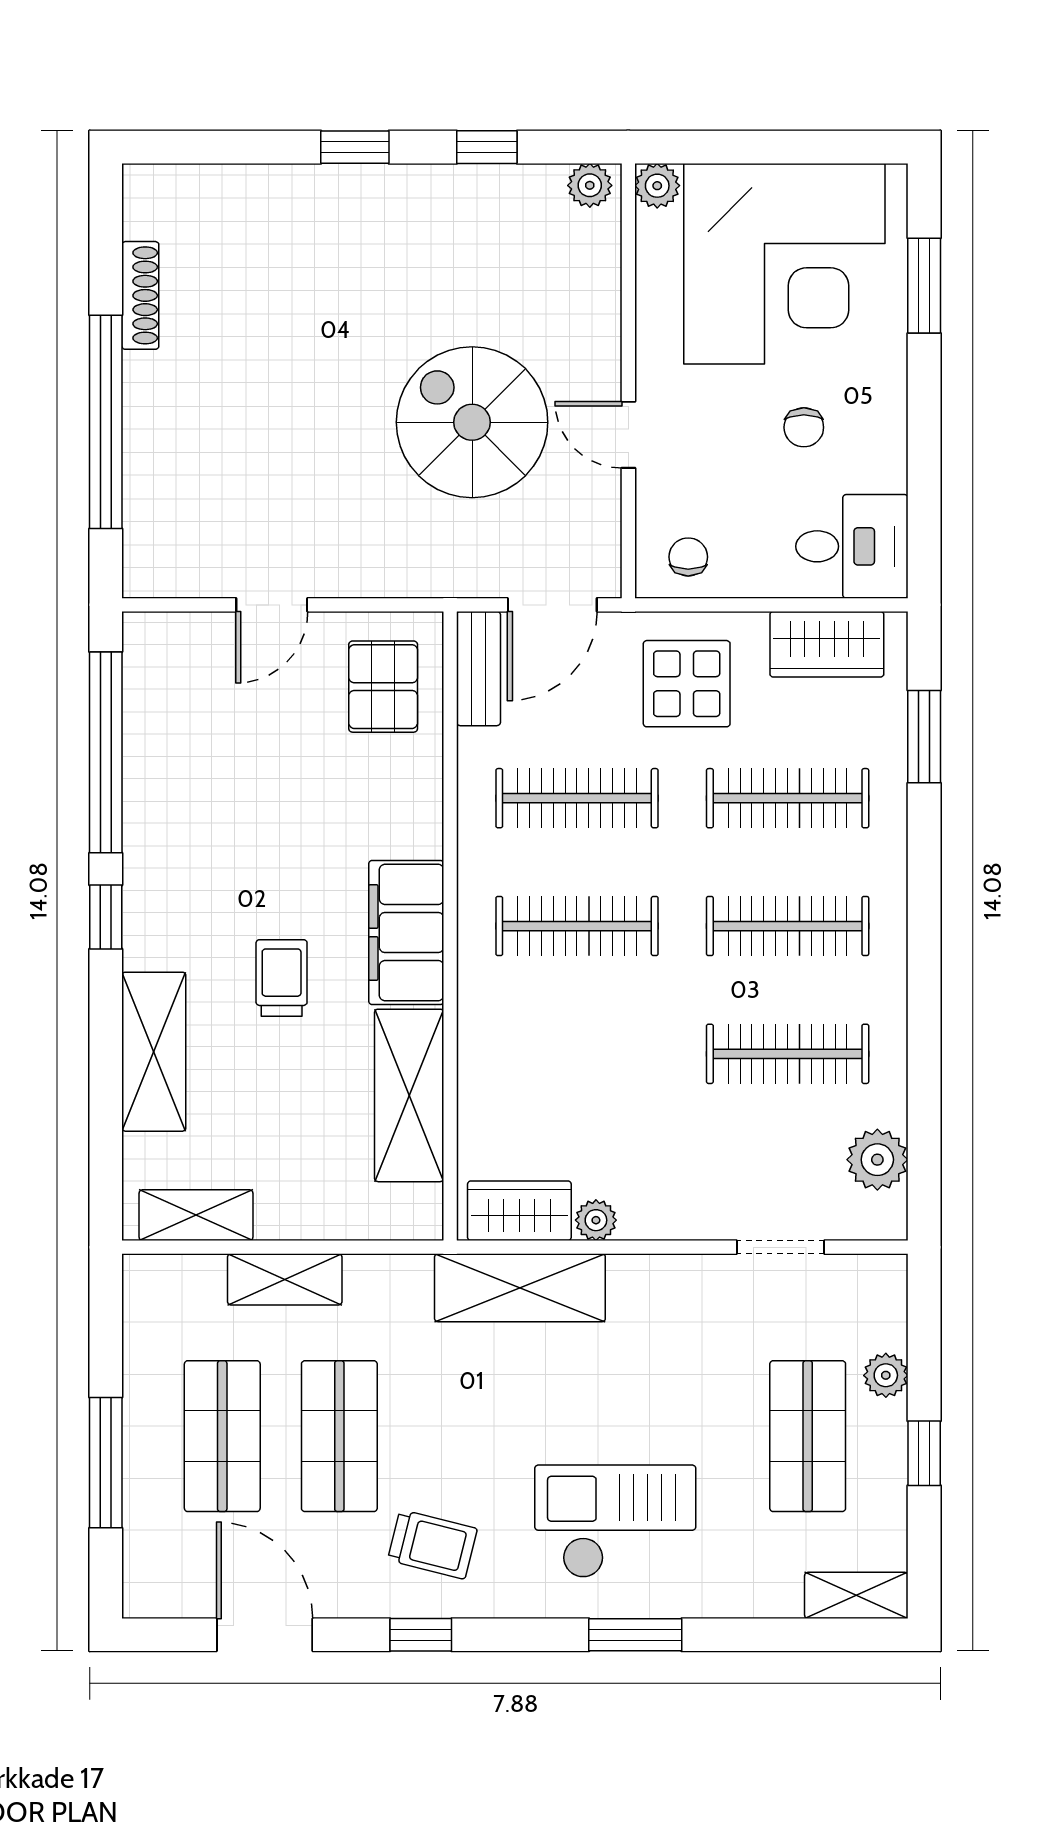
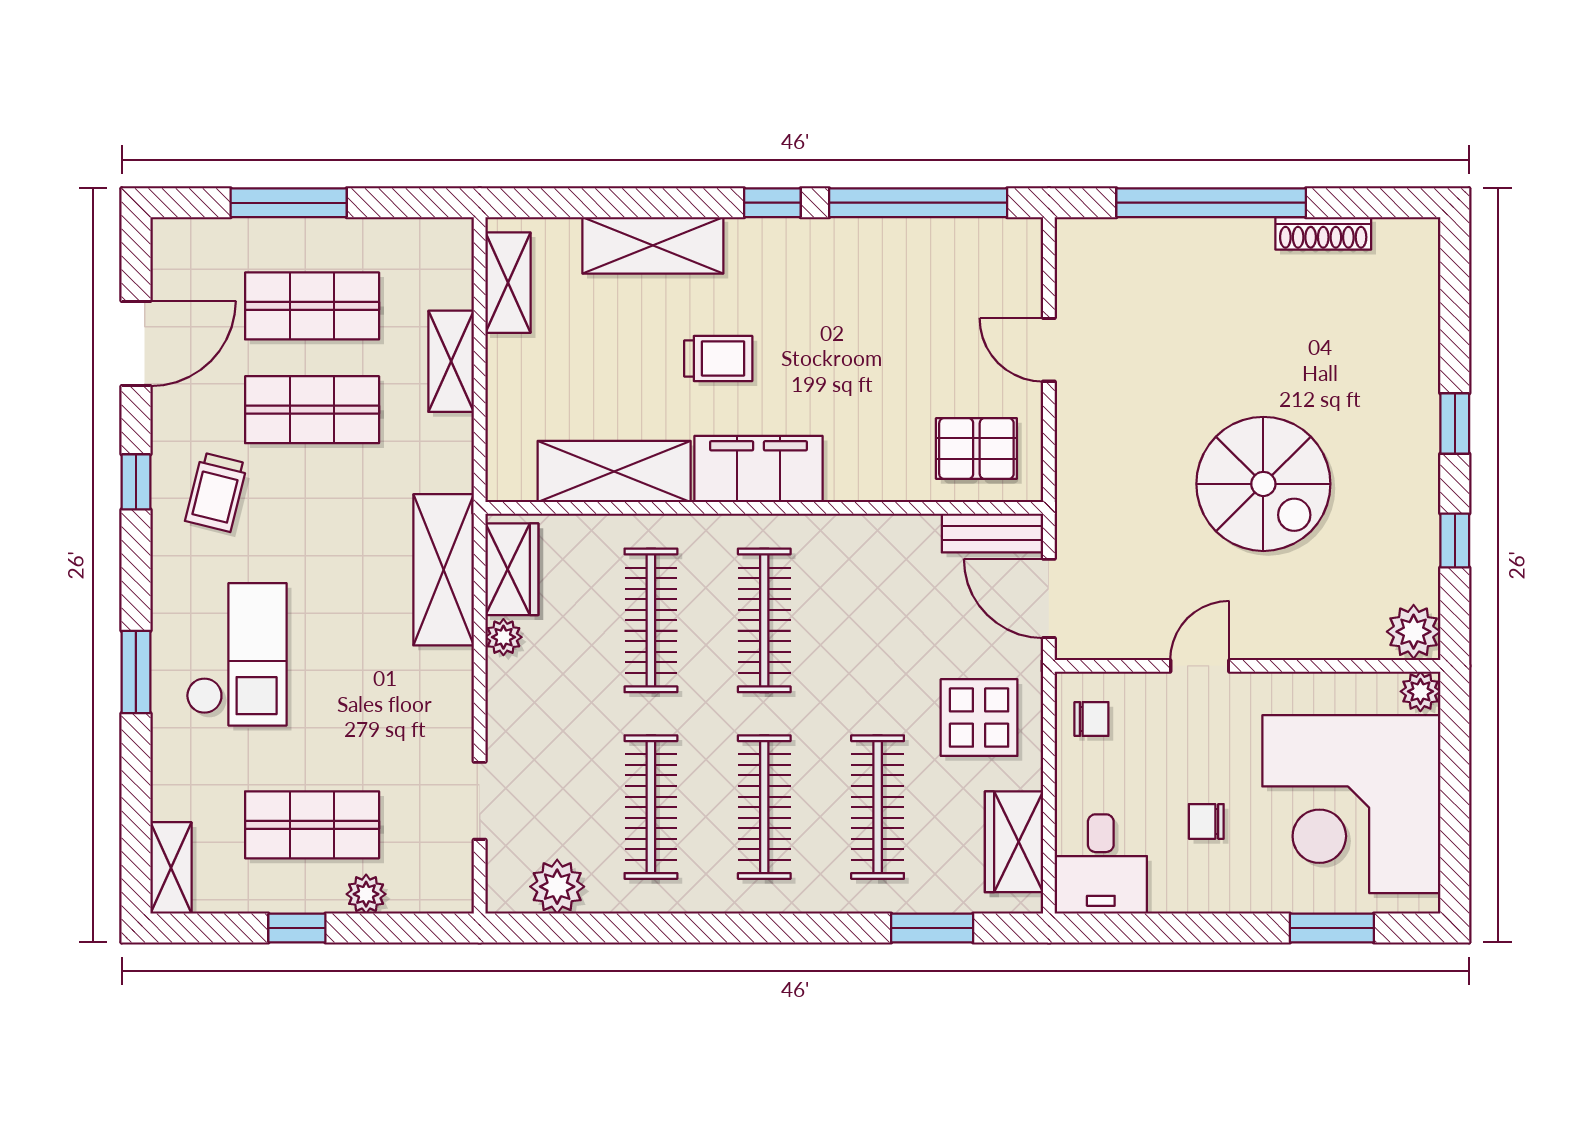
plant: (590, 185) -> (1414, 632), width x1.38, depth x1.38
spiral stairs: (472, 422) -> (1263, 484), moved, turned 90
clothes rail: (577, 798) -> (651, 620), moved

